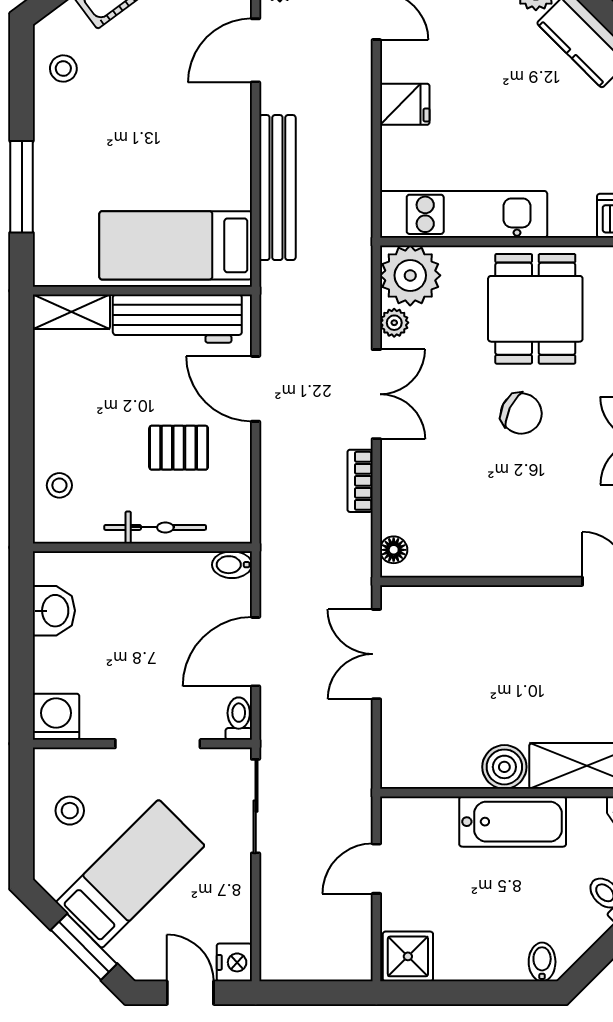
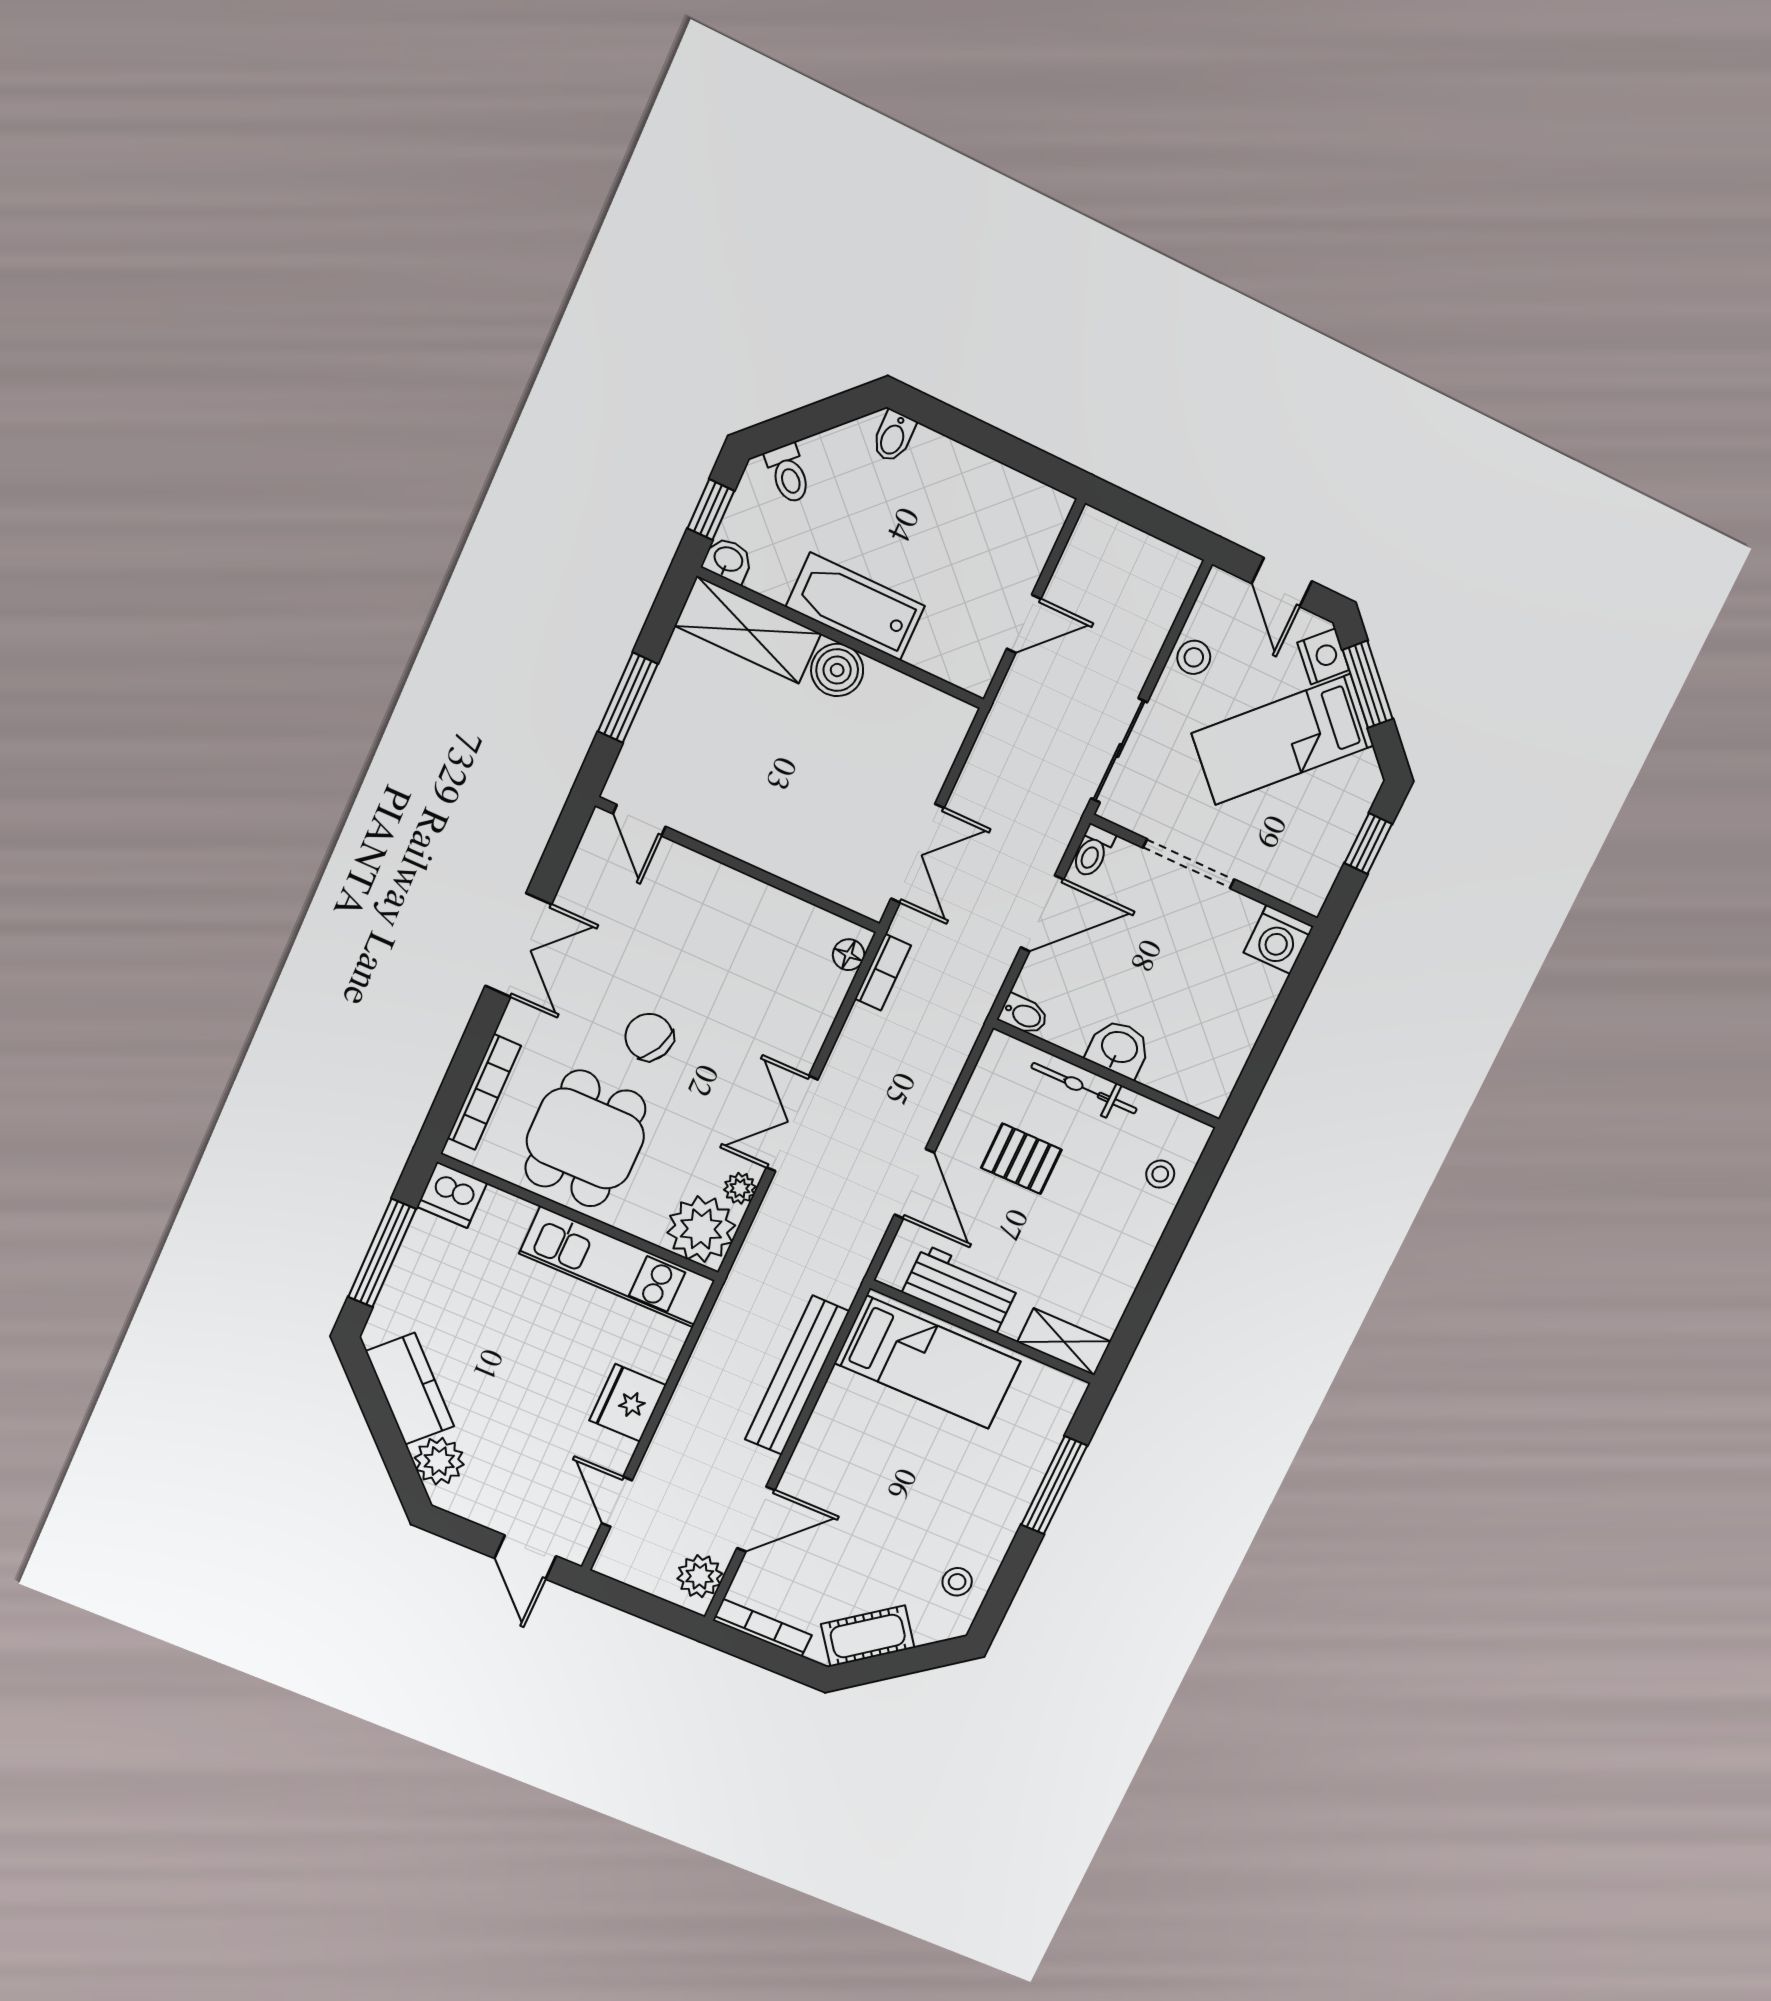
fridge: (405, 104) -> (628, 1403), width x1.38
workbench: (177, 319) -> (961, 1289), width x0.73
bookcase: (360, 481) -> (883, 972), moved
washbasin: (54, 611) -> (1119, 1048), moved, turned 90
stool: (70, 811) -> (1194, 657), moved
window: (22, 825) -> (1368, 843), added
shower: (408, 956) -> (1035, 512), removed
nightstand: (234, 962) -> (1323, 656), moved, turned 135

